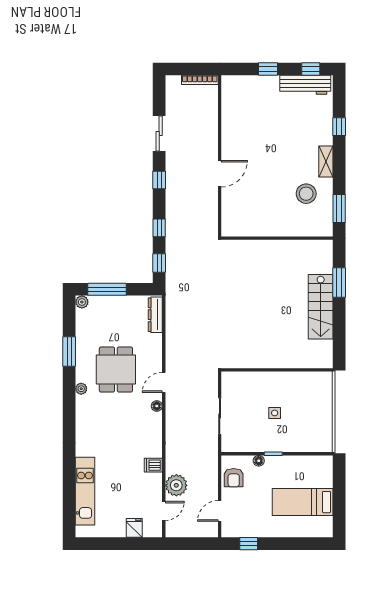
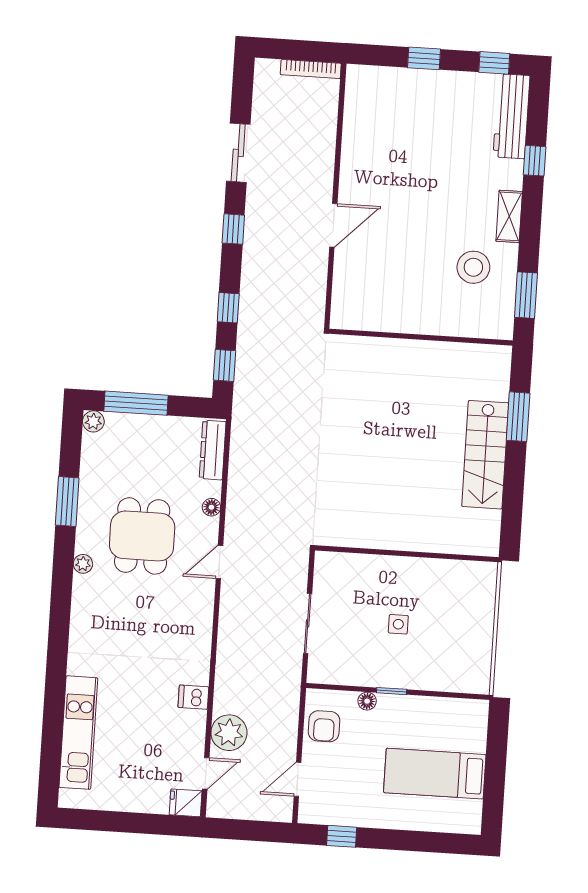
workbench: (305, 85) -> (511, 116), moved, turned 90
floor lamp: (157, 406) -> (211, 507), moved
fridge: (134, 528) -> (186, 803), moved, turned -90

